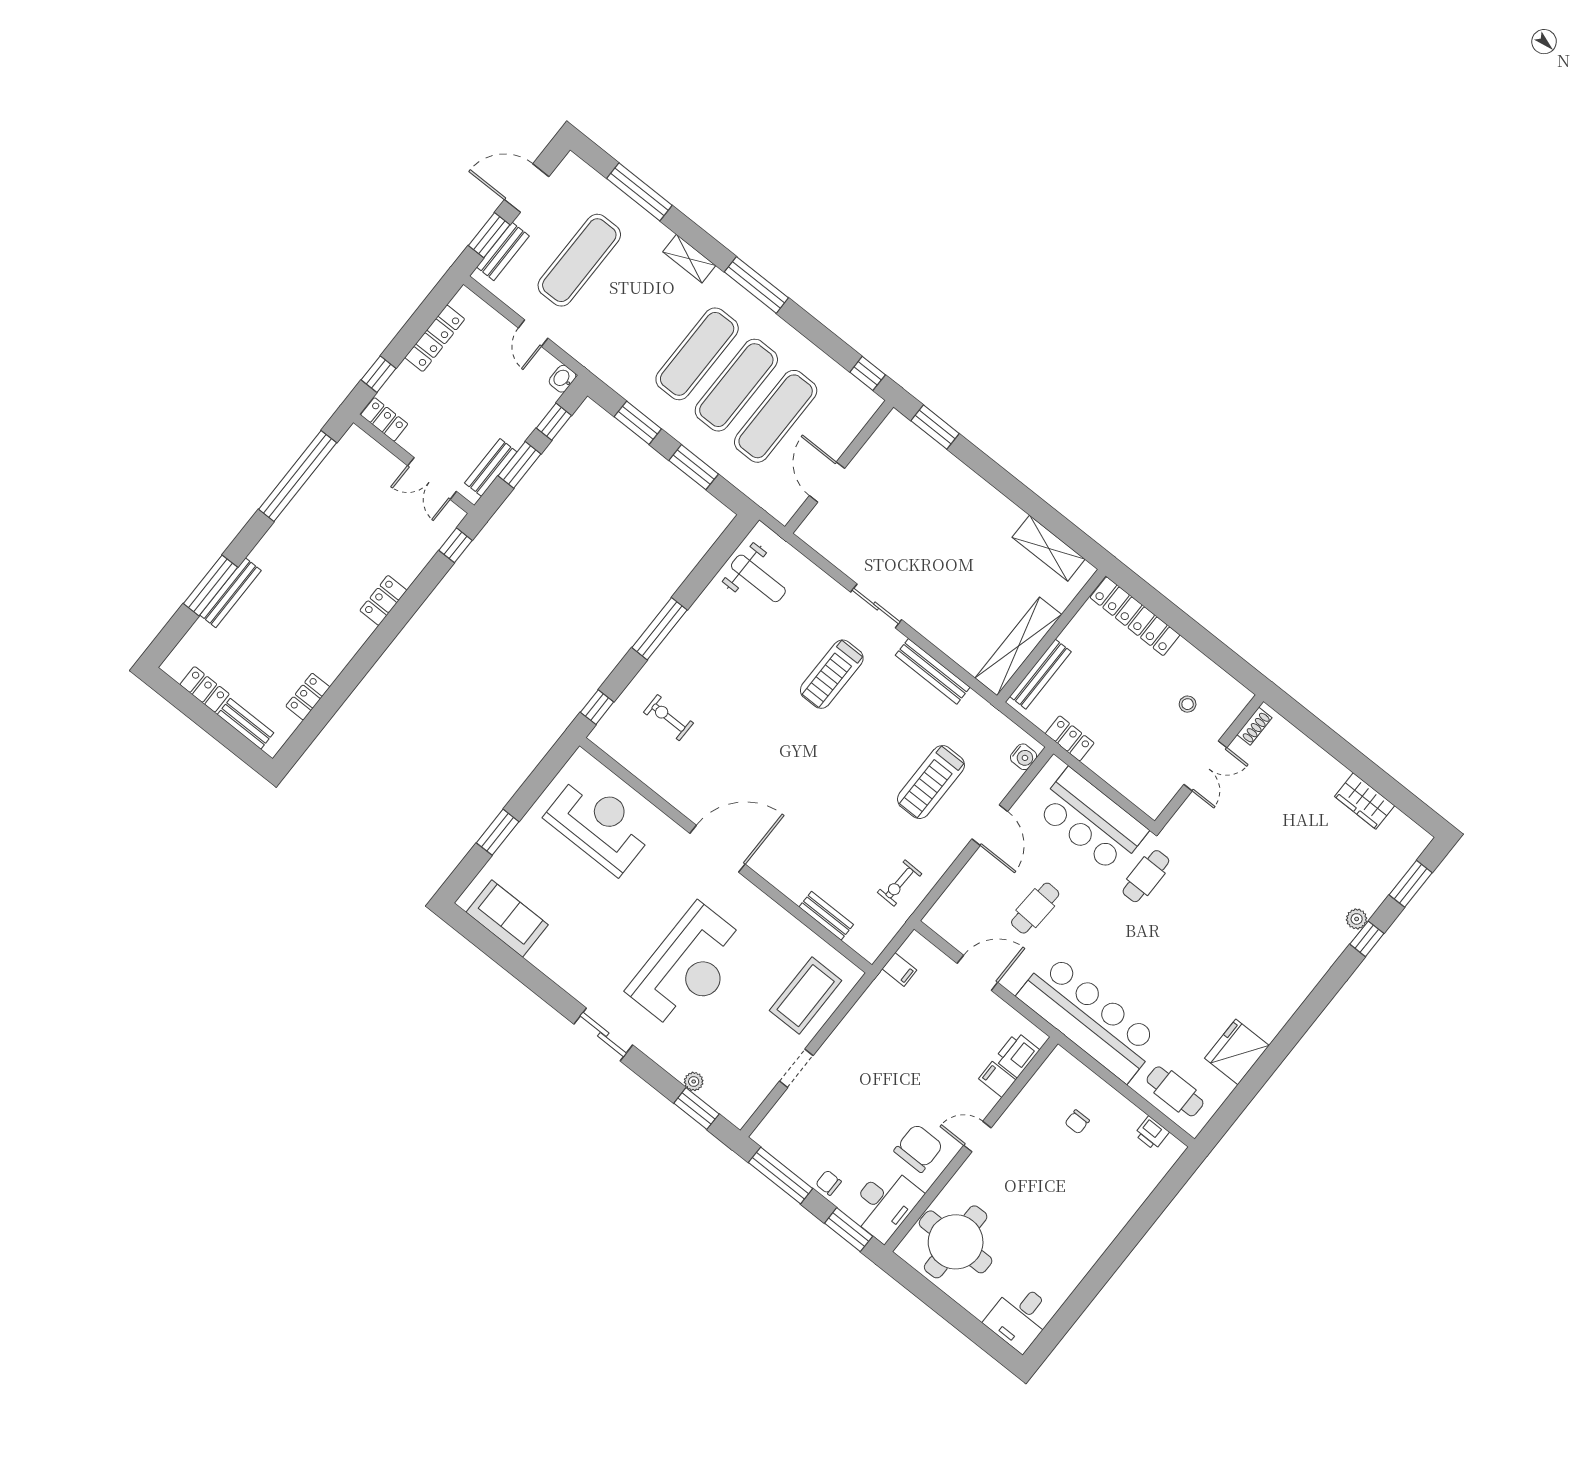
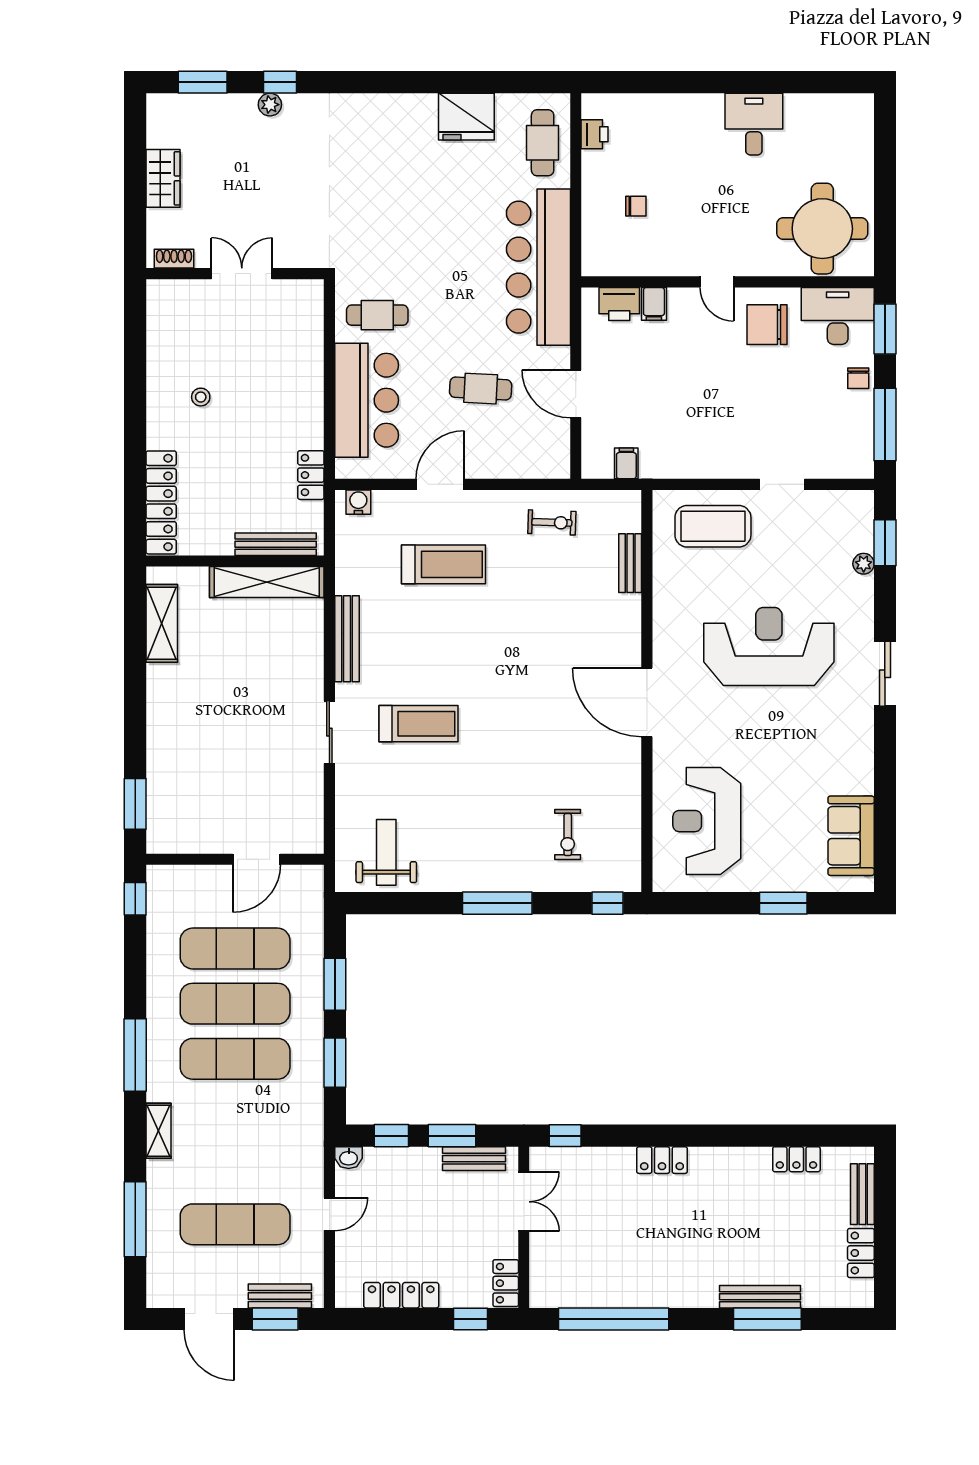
shoe rack: (1254, 726) -> (174, 259), moved
wall: (1209, 761) -> (235, 274), moved
double door: (1205, 766) -> (242, 274), moved
desk: (1020, 1317) -> (754, 124), moved, turned -90

